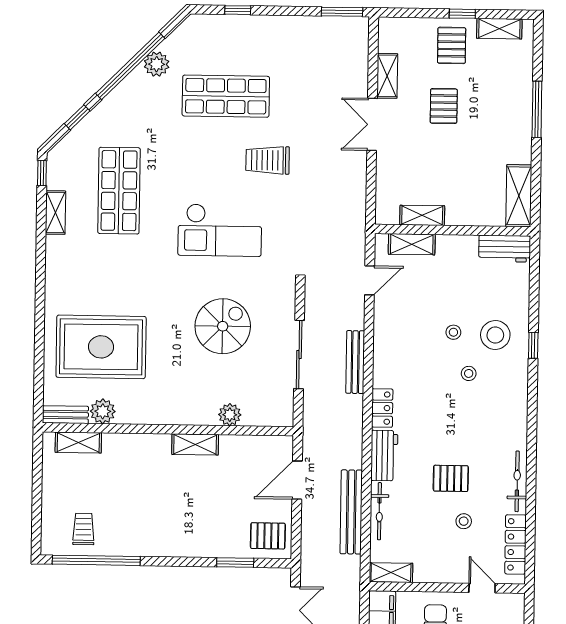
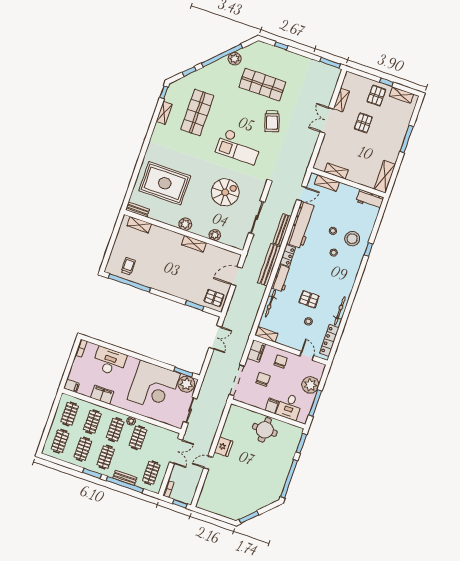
trolley: (268, 160) -> (272, 121), turned -108
workbench: (390, 341) -> (301, 225), added
plant: (103, 411) -> (185, 224), moved
bench: (351, 512) -> (269, 265), moved

